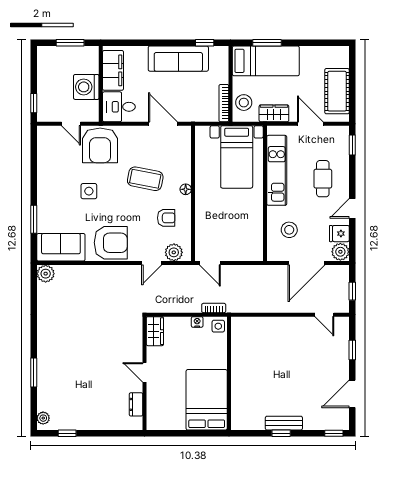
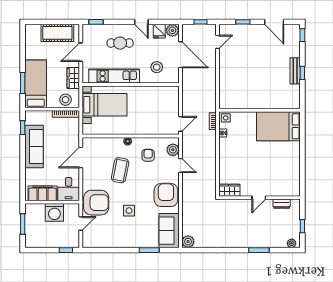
wardrobe: (155, 331) -> (229, 190), moved
door: (144, 372) -> (259, 198), moved
wall: (144, 373) -> (259, 198), moved
dresser: (136, 404) -> (282, 204), moved

